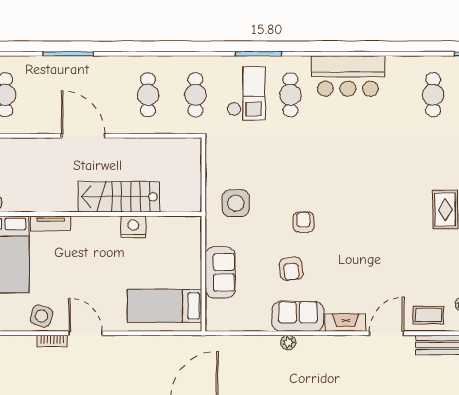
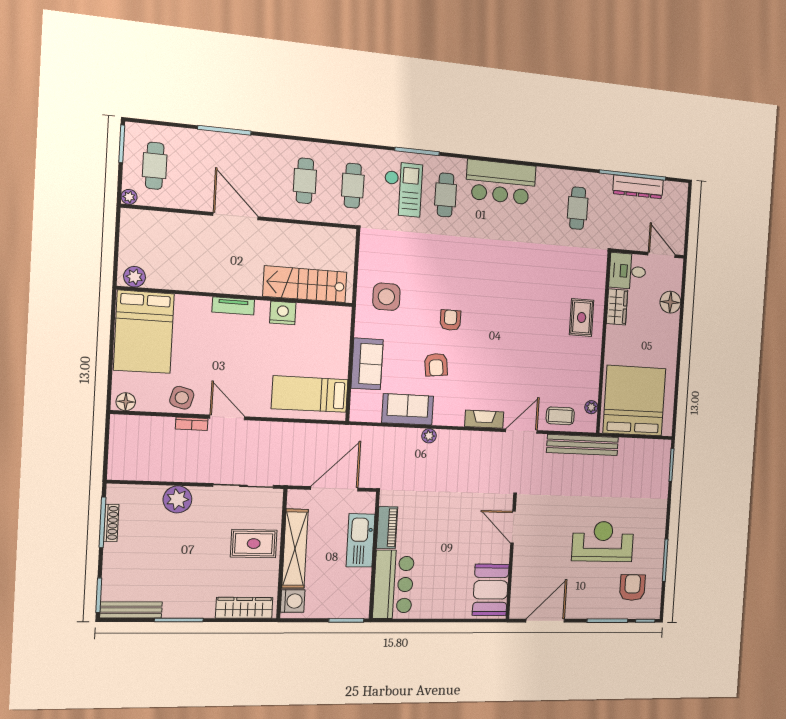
stairs: (119, 197) -> (305, 284), moved
tv unit: (51, 223) -> (233, 306), moved
sofa: (298, 316) -> (408, 409), moved

